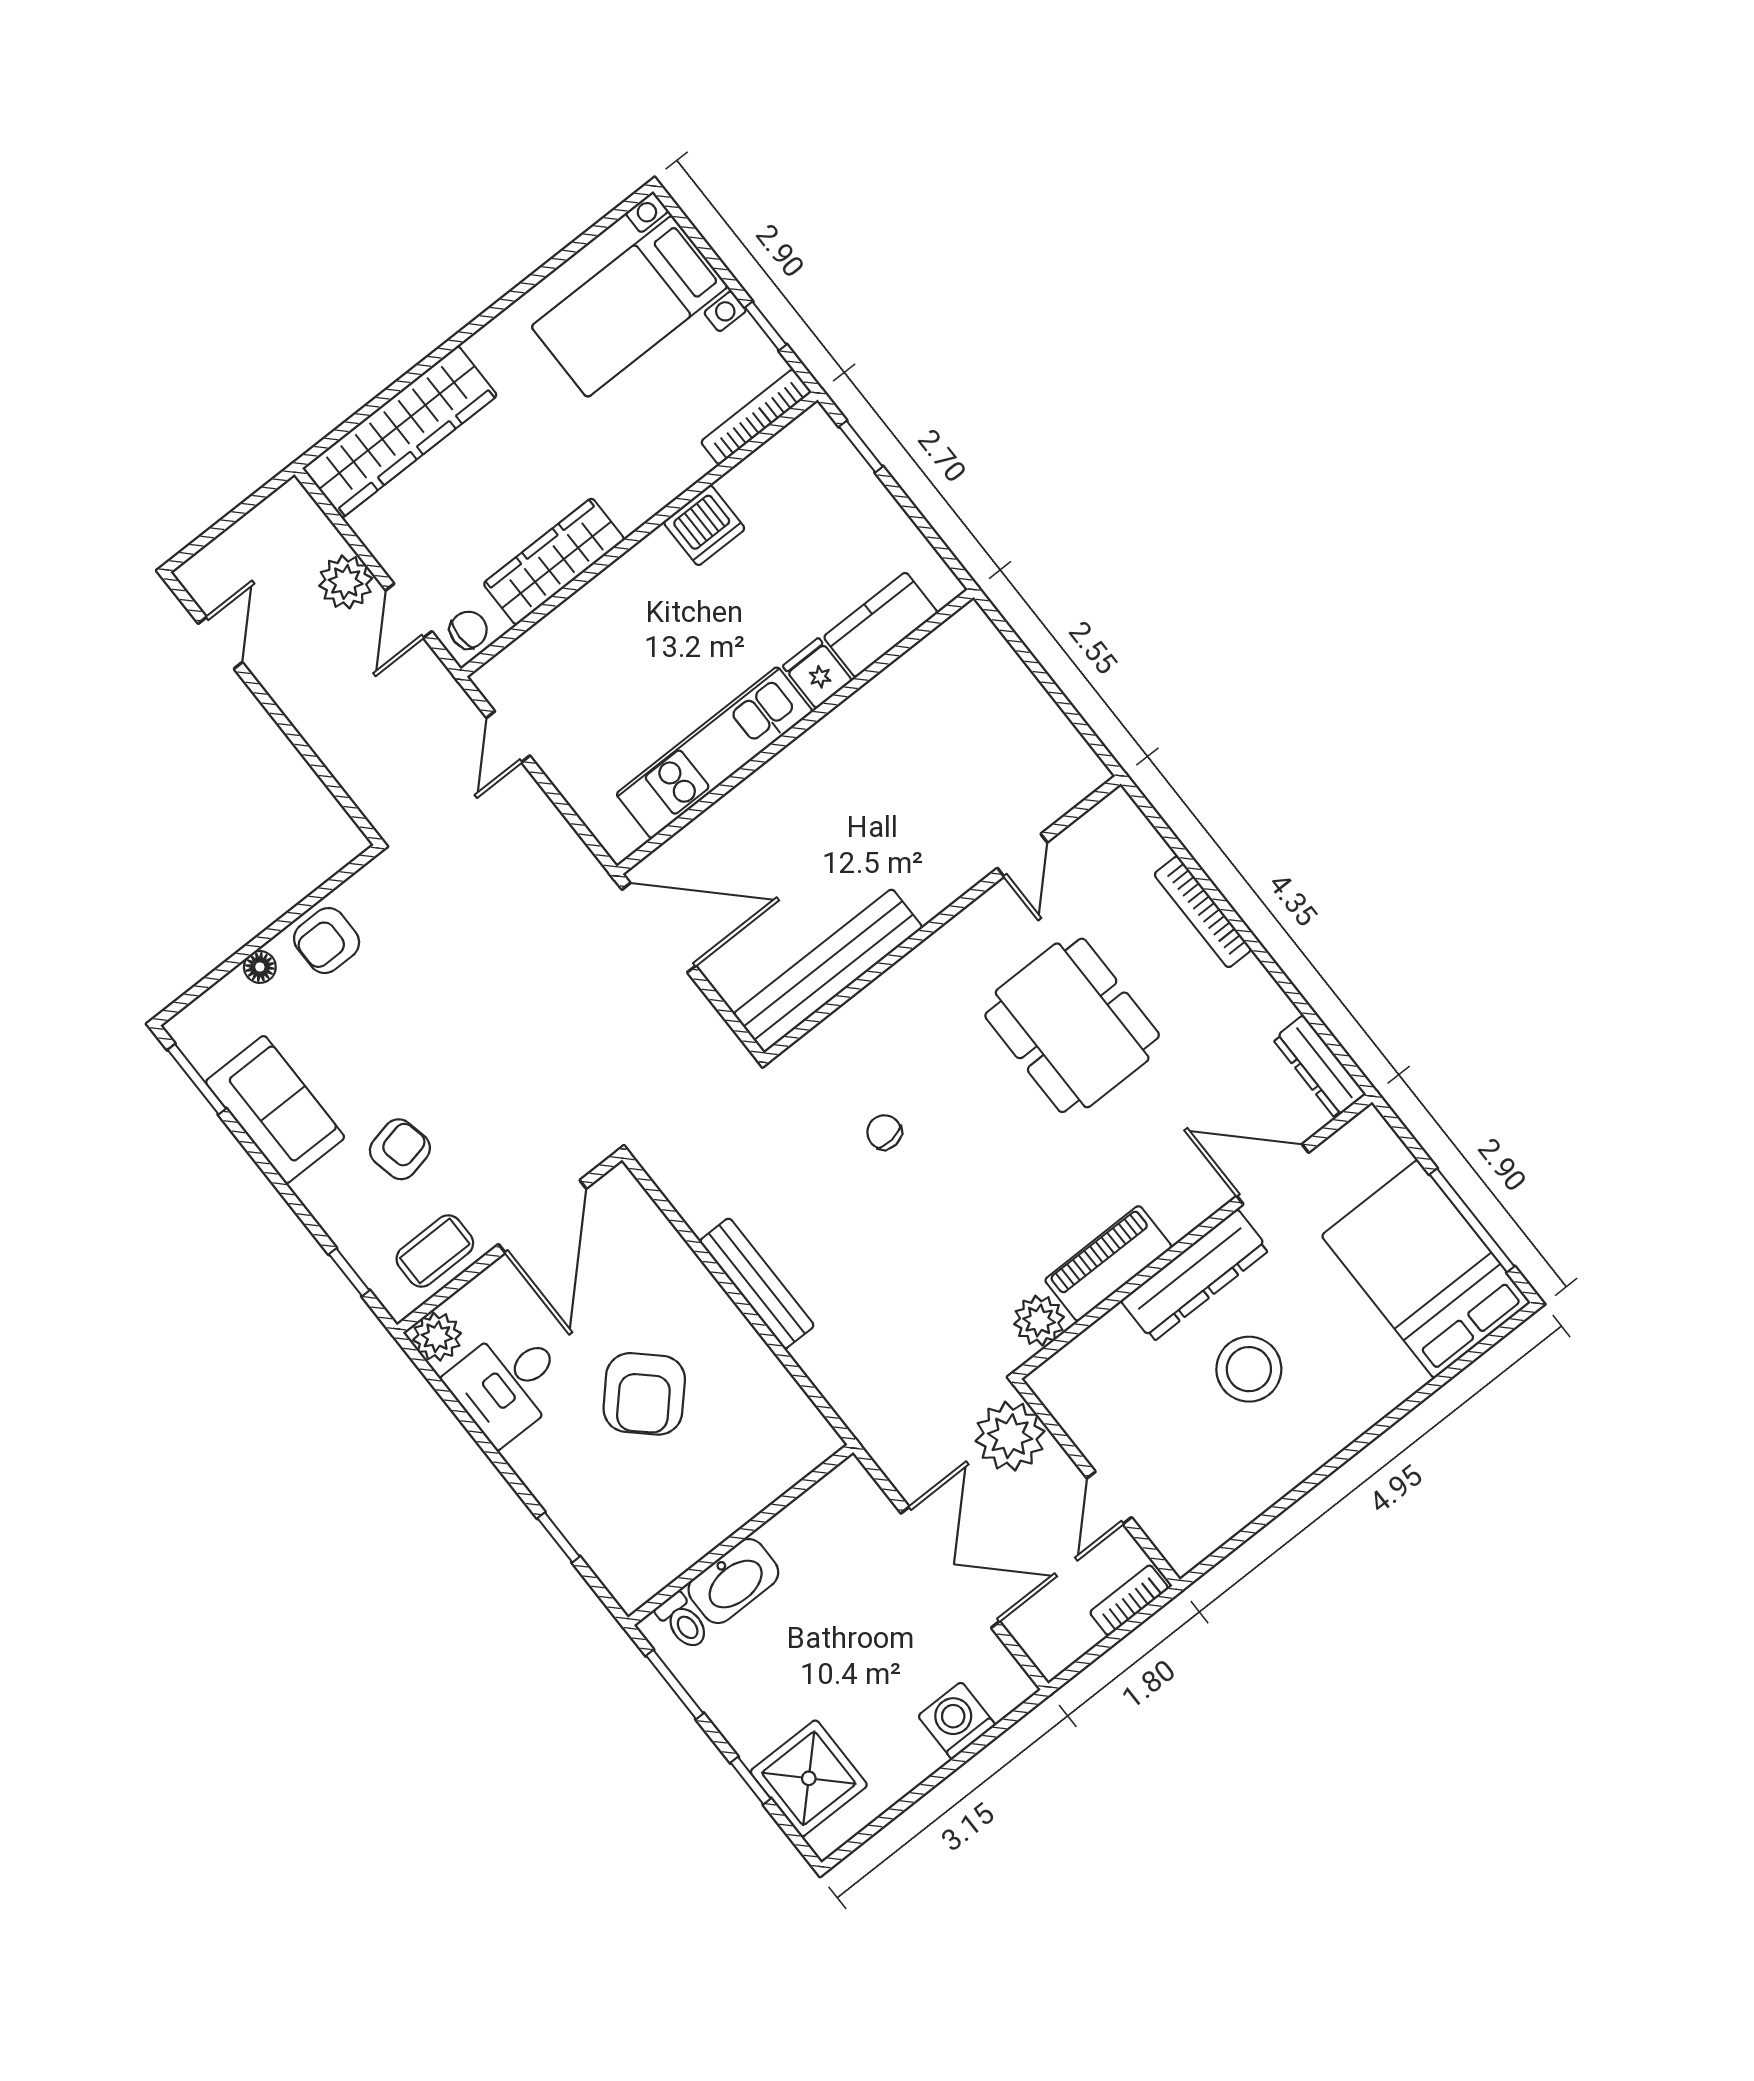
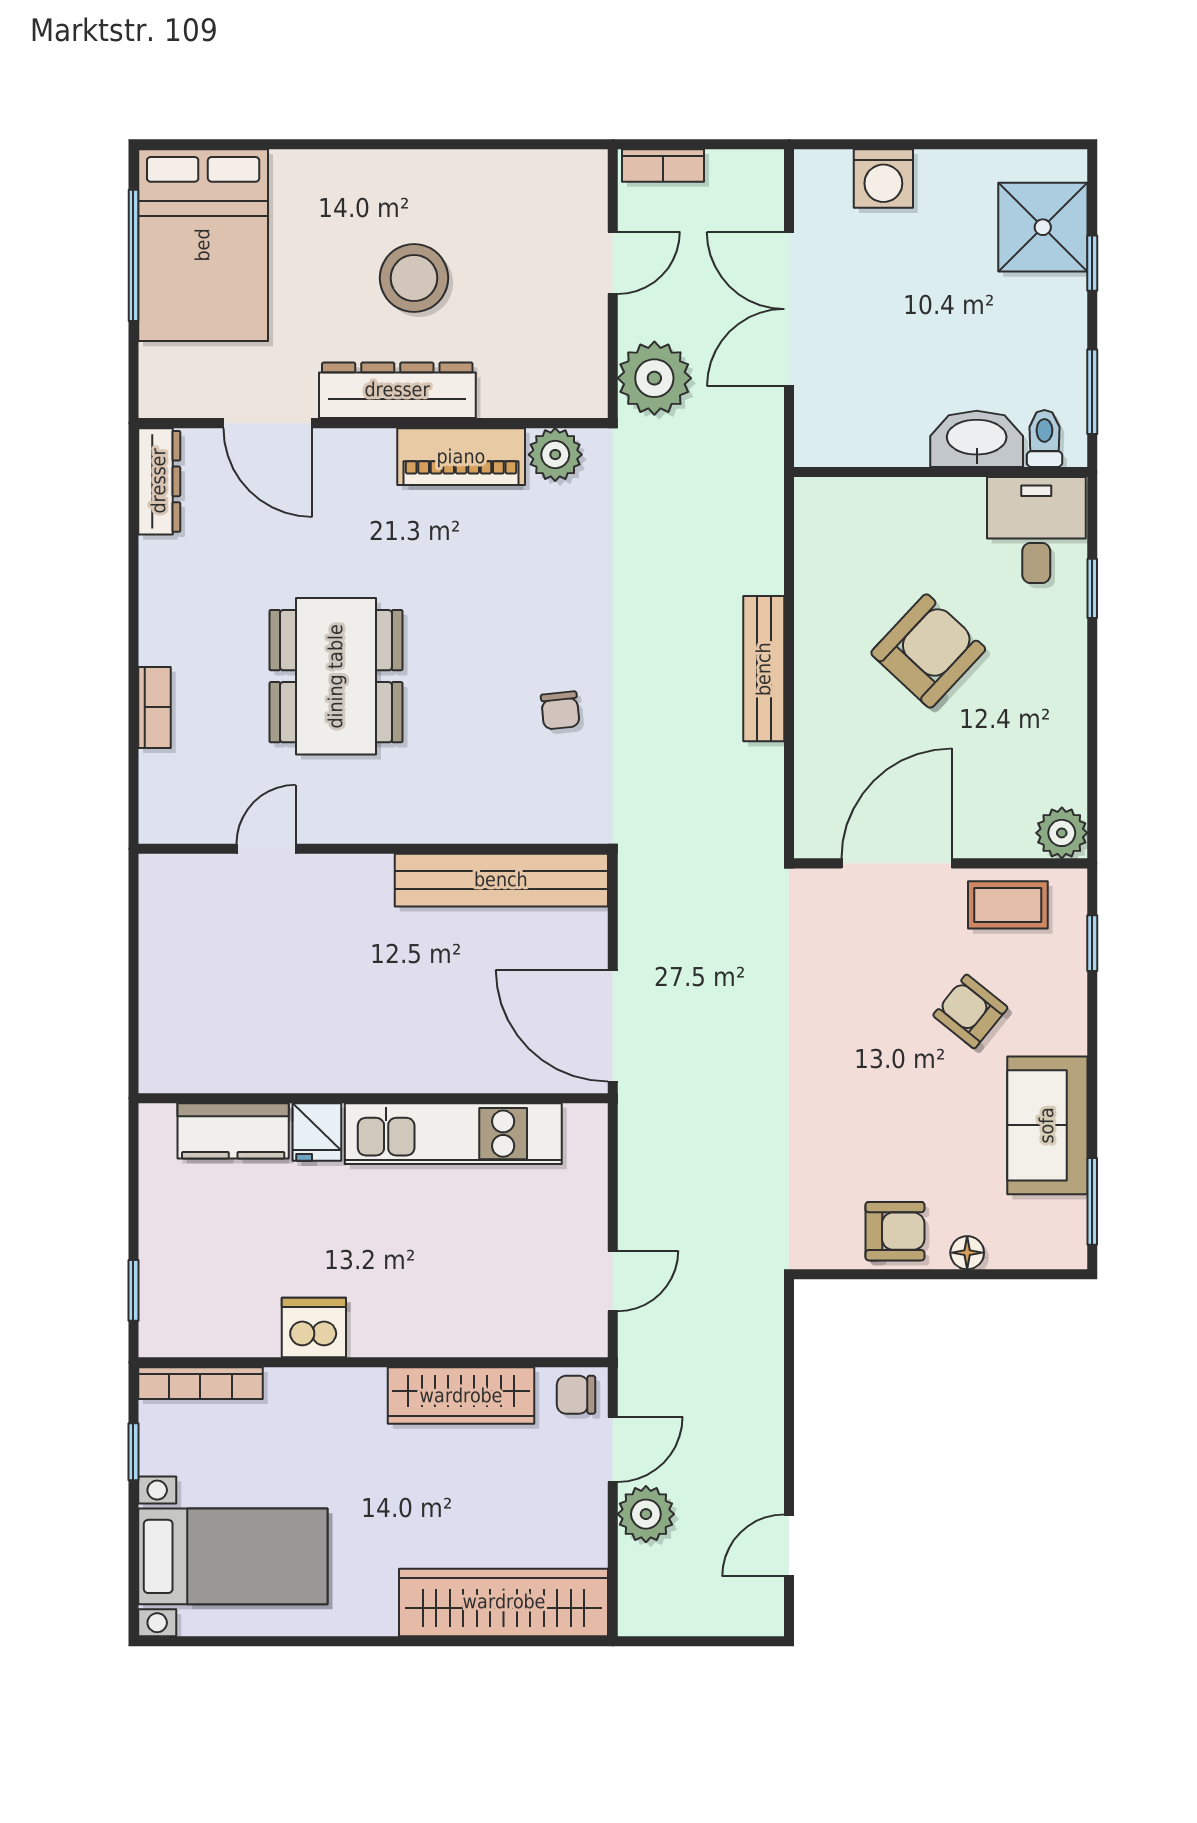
bookcase: (1203, 912) -> (154, 707), width x0.64
armchair: (400, 1149) -> (970, 1011), turned 51
desk: (508, 1384) -> (1036, 530), moved, turned -90

